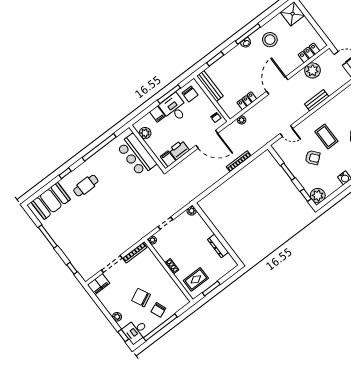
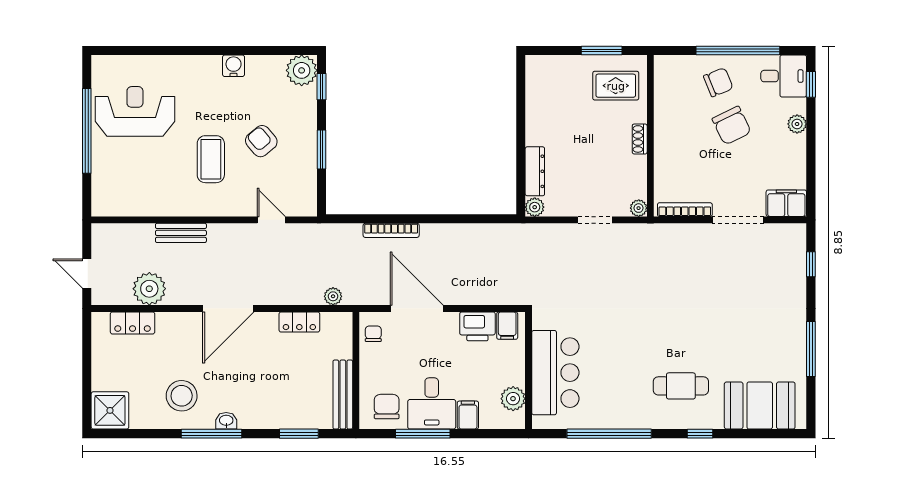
dresser: (218, 246) -> (535, 171), moved

